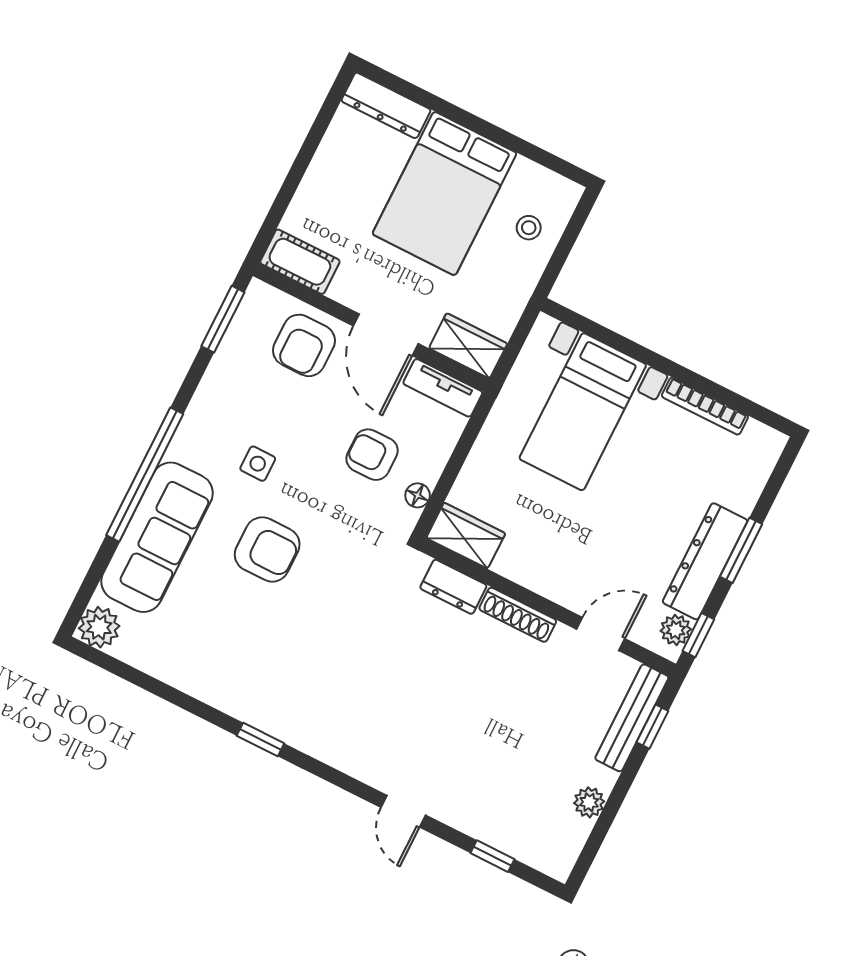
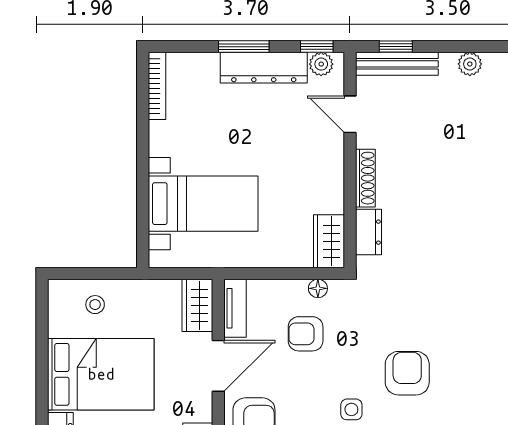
bookcase: (705, 406) -> (157, 86), moved
armchair: (372, 455) -> (306, 334), turned 90

